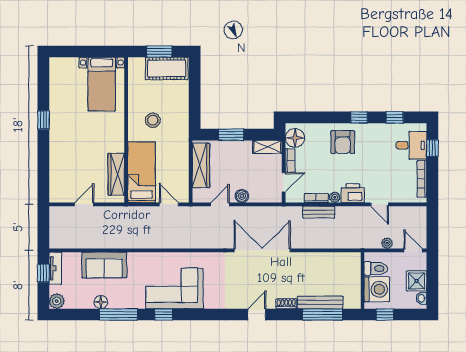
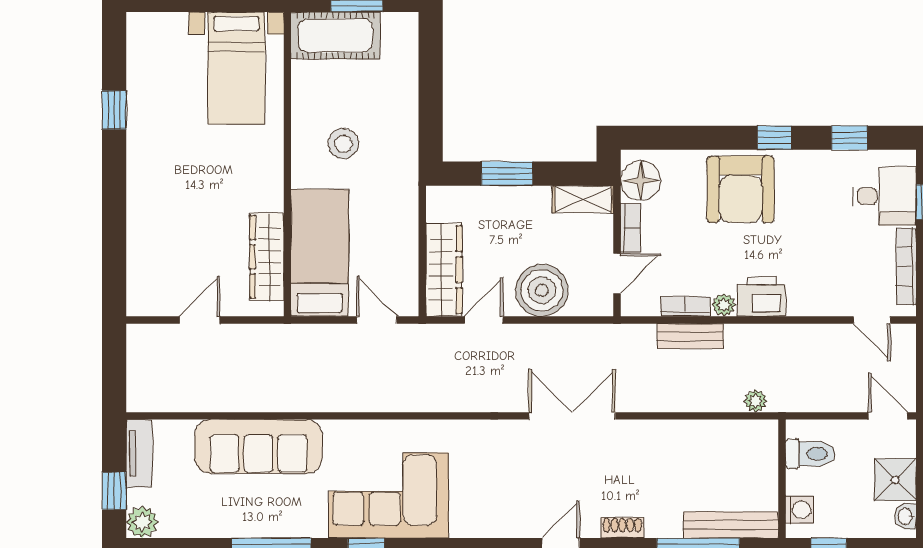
cot: (167, 69) -> (335, 36), moved
window: (43, 120) -> (114, 110), moved
armchair: (343, 142) -> (741, 189), width x1.36, depth x1.36
wardrobe: (201, 165) -> (444, 270), moved
boiler: (242, 196) -> (542, 290), width x1.86, depth x1.86
door: (380, 204) -> (872, 320), moved
plant: (387, 243) -> (756, 401), moved
double door: (262, 250) -> (572, 416), width x0.73
sofa: (104, 265) -> (258, 447), width x1.36
window: (43, 273) -> (114, 491), moved
washing machine: (377, 289) -> (799, 510), width x0.53, depth x0.53
floor lamp: (101, 302) -> (235, 524), removed
bench: (320, 302) -> (731, 525), moved

